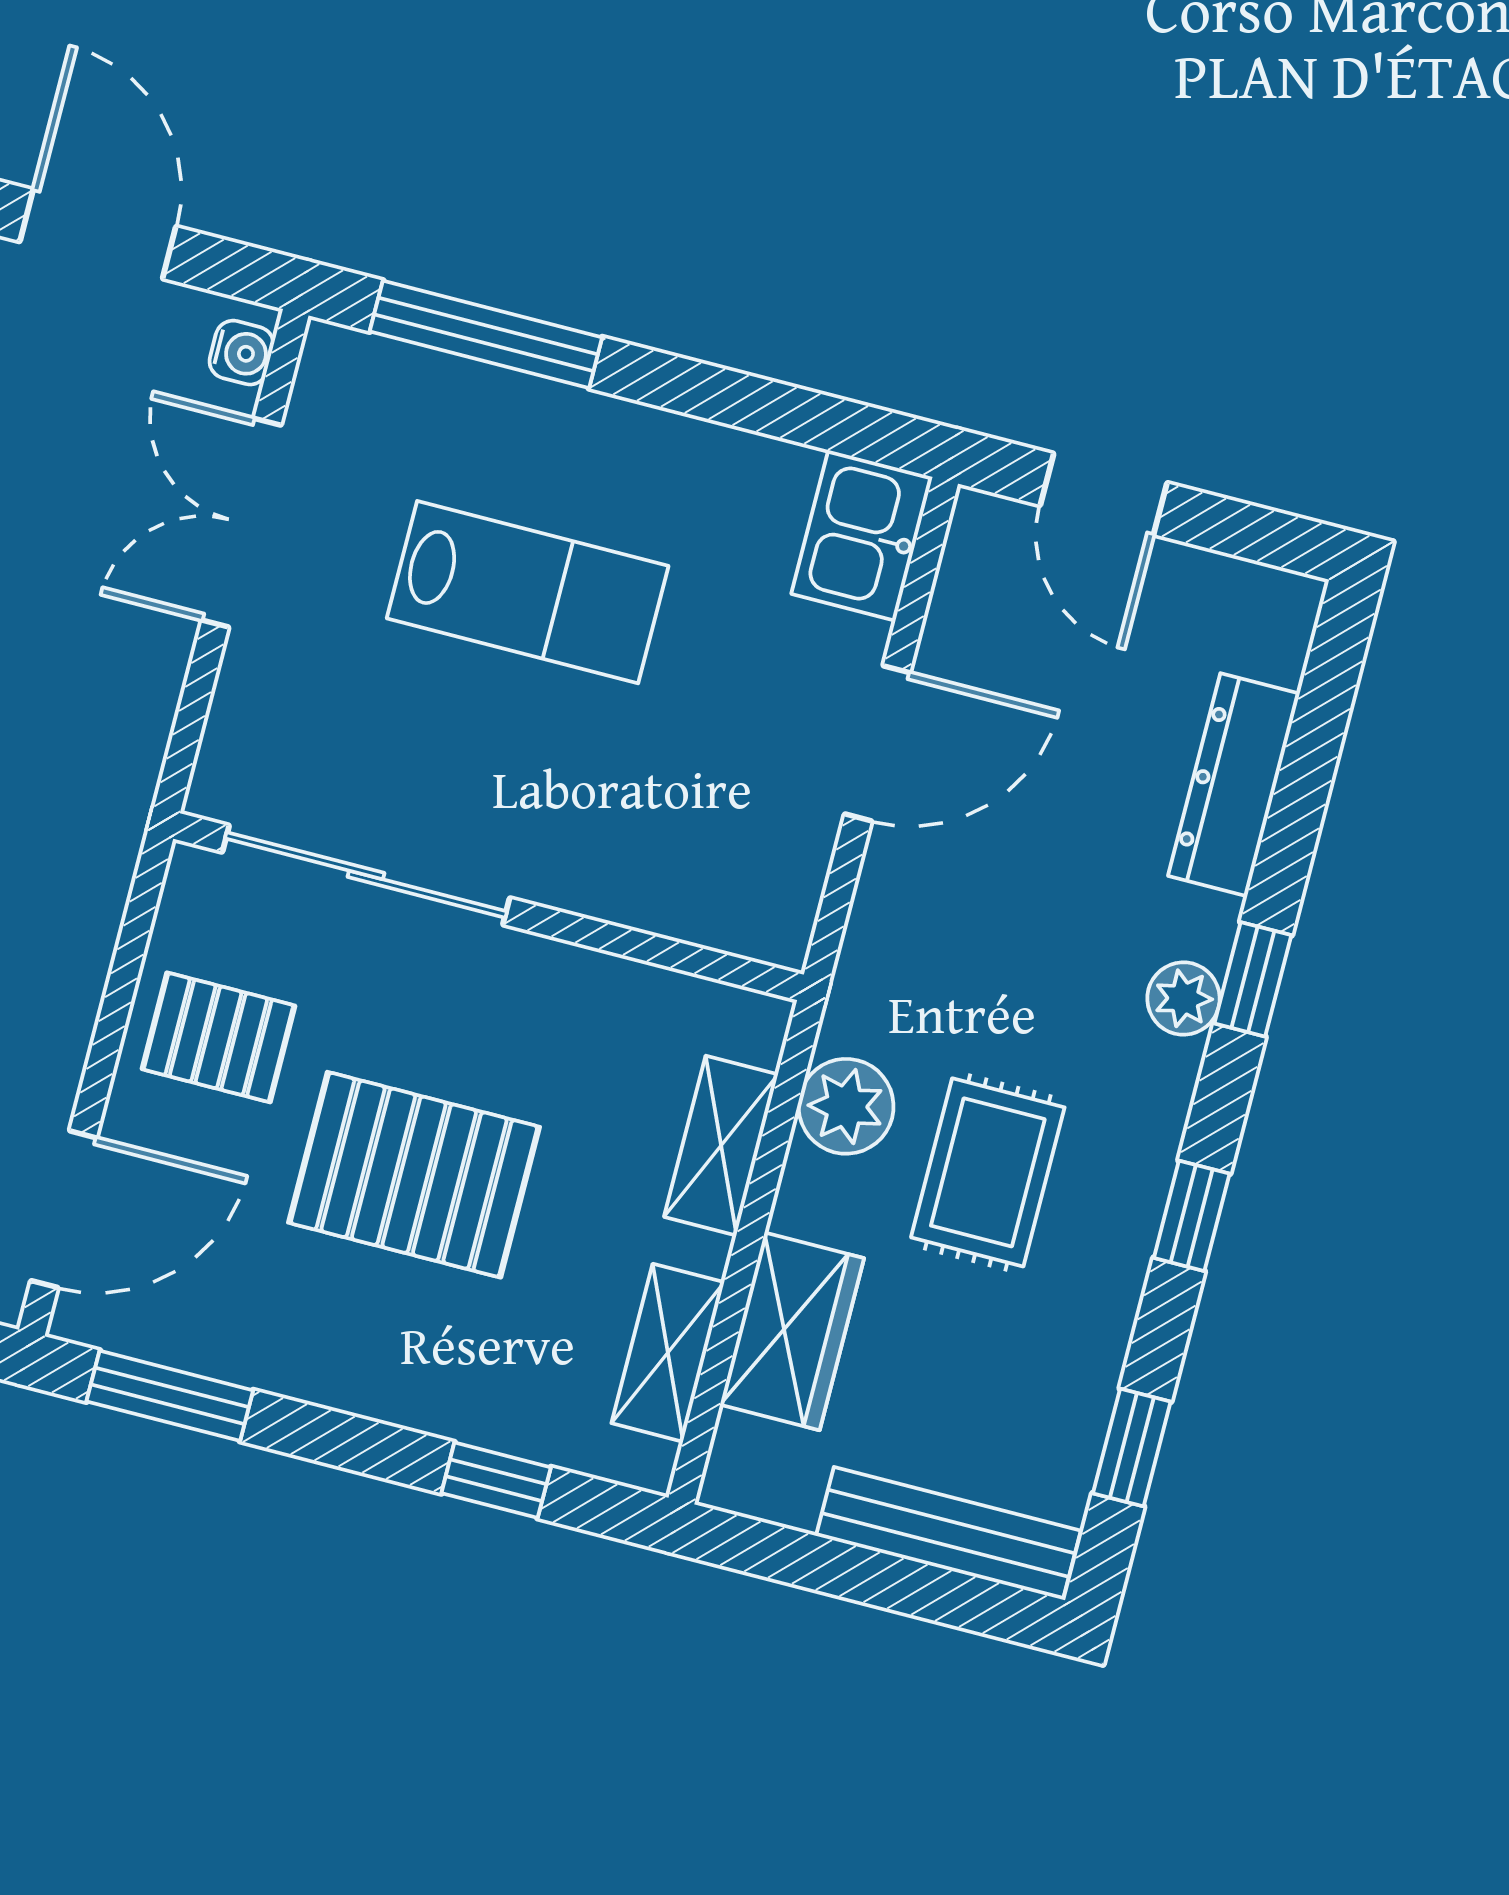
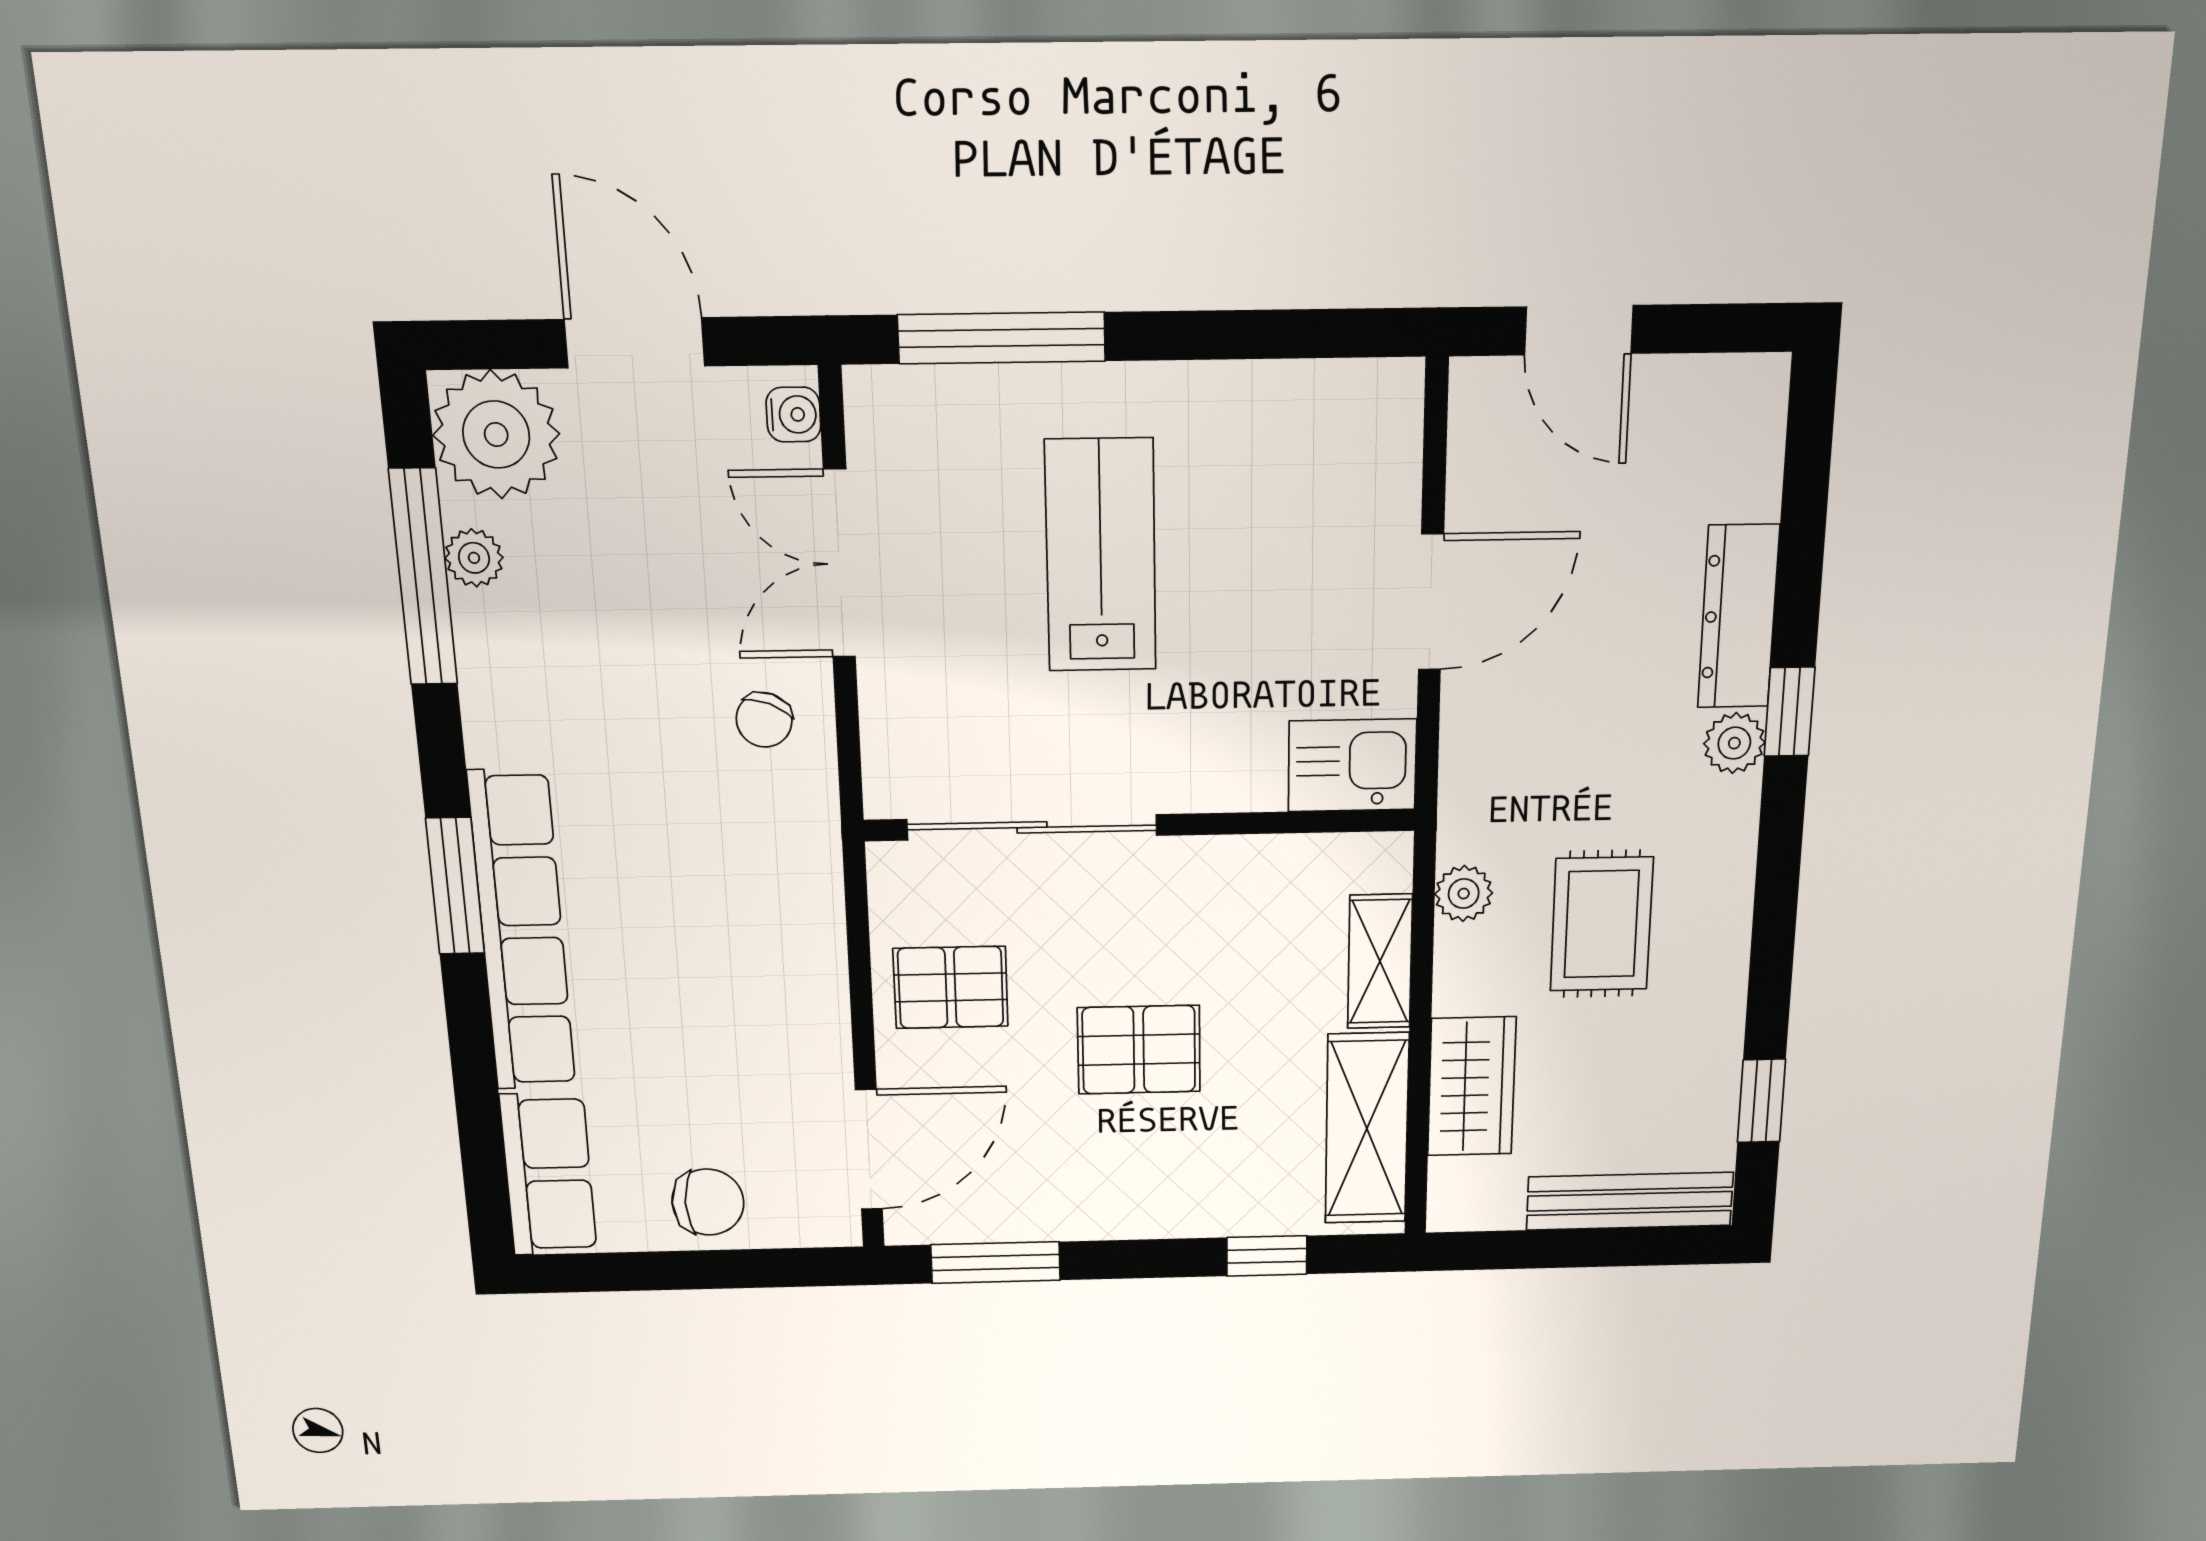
kitchen sink: (862, 535) -> (1352, 765), moved, turned 90
lab bench: (528, 592) -> (1101, 556), turned -90
chair: (105, 670) -> (764, 720), added
dresser: (1234, 785) -> (1738, 617), moved
plant: (846, 1106) -> (1464, 894), width x0.73, depth x0.73
pallet: (414, 1175) -> (1139, 1050), width x0.67, depth x0.71
window: (1192, 1216) -> (1775, 913), removed
shelving: (668, 1353) -> (1367, 1129), width x1.50, depth x1.33

